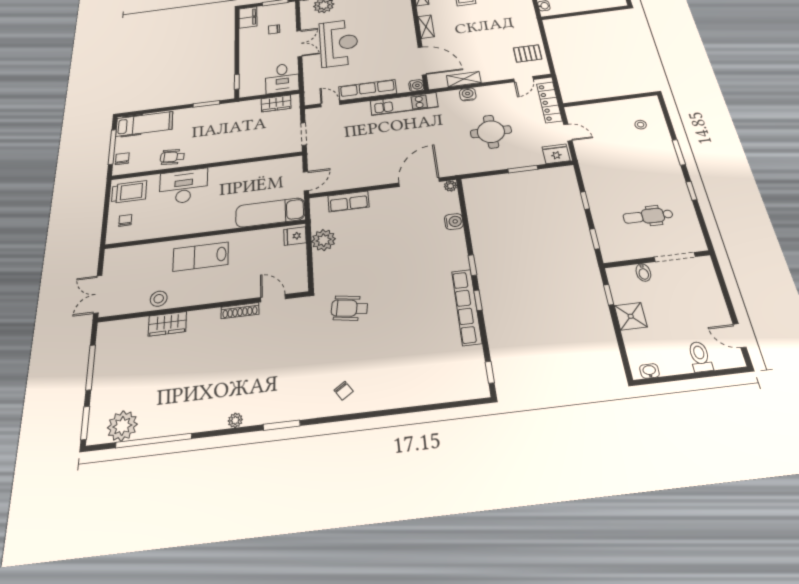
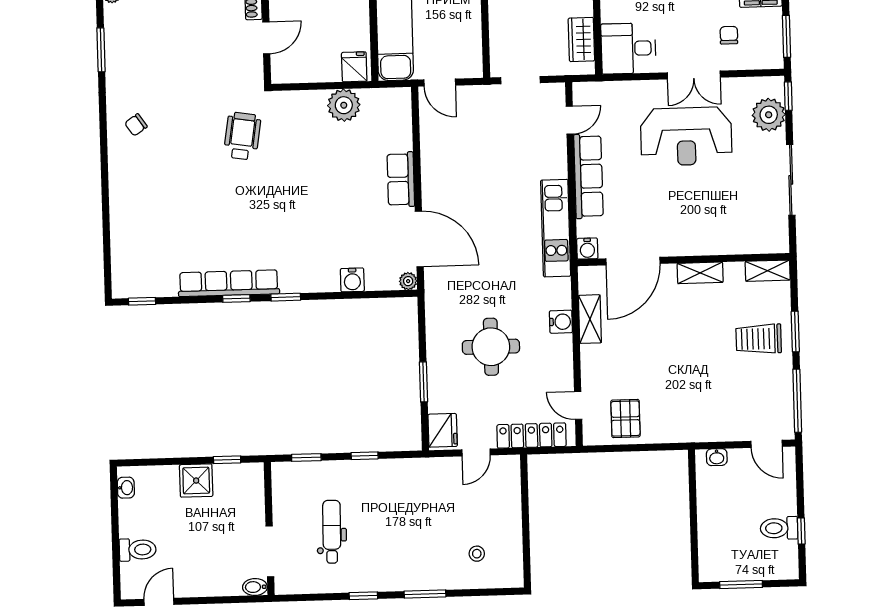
row of seats: (349, 202) -> (401, 179), moved
bidet: (643, 272) -> (255, 587), moved

